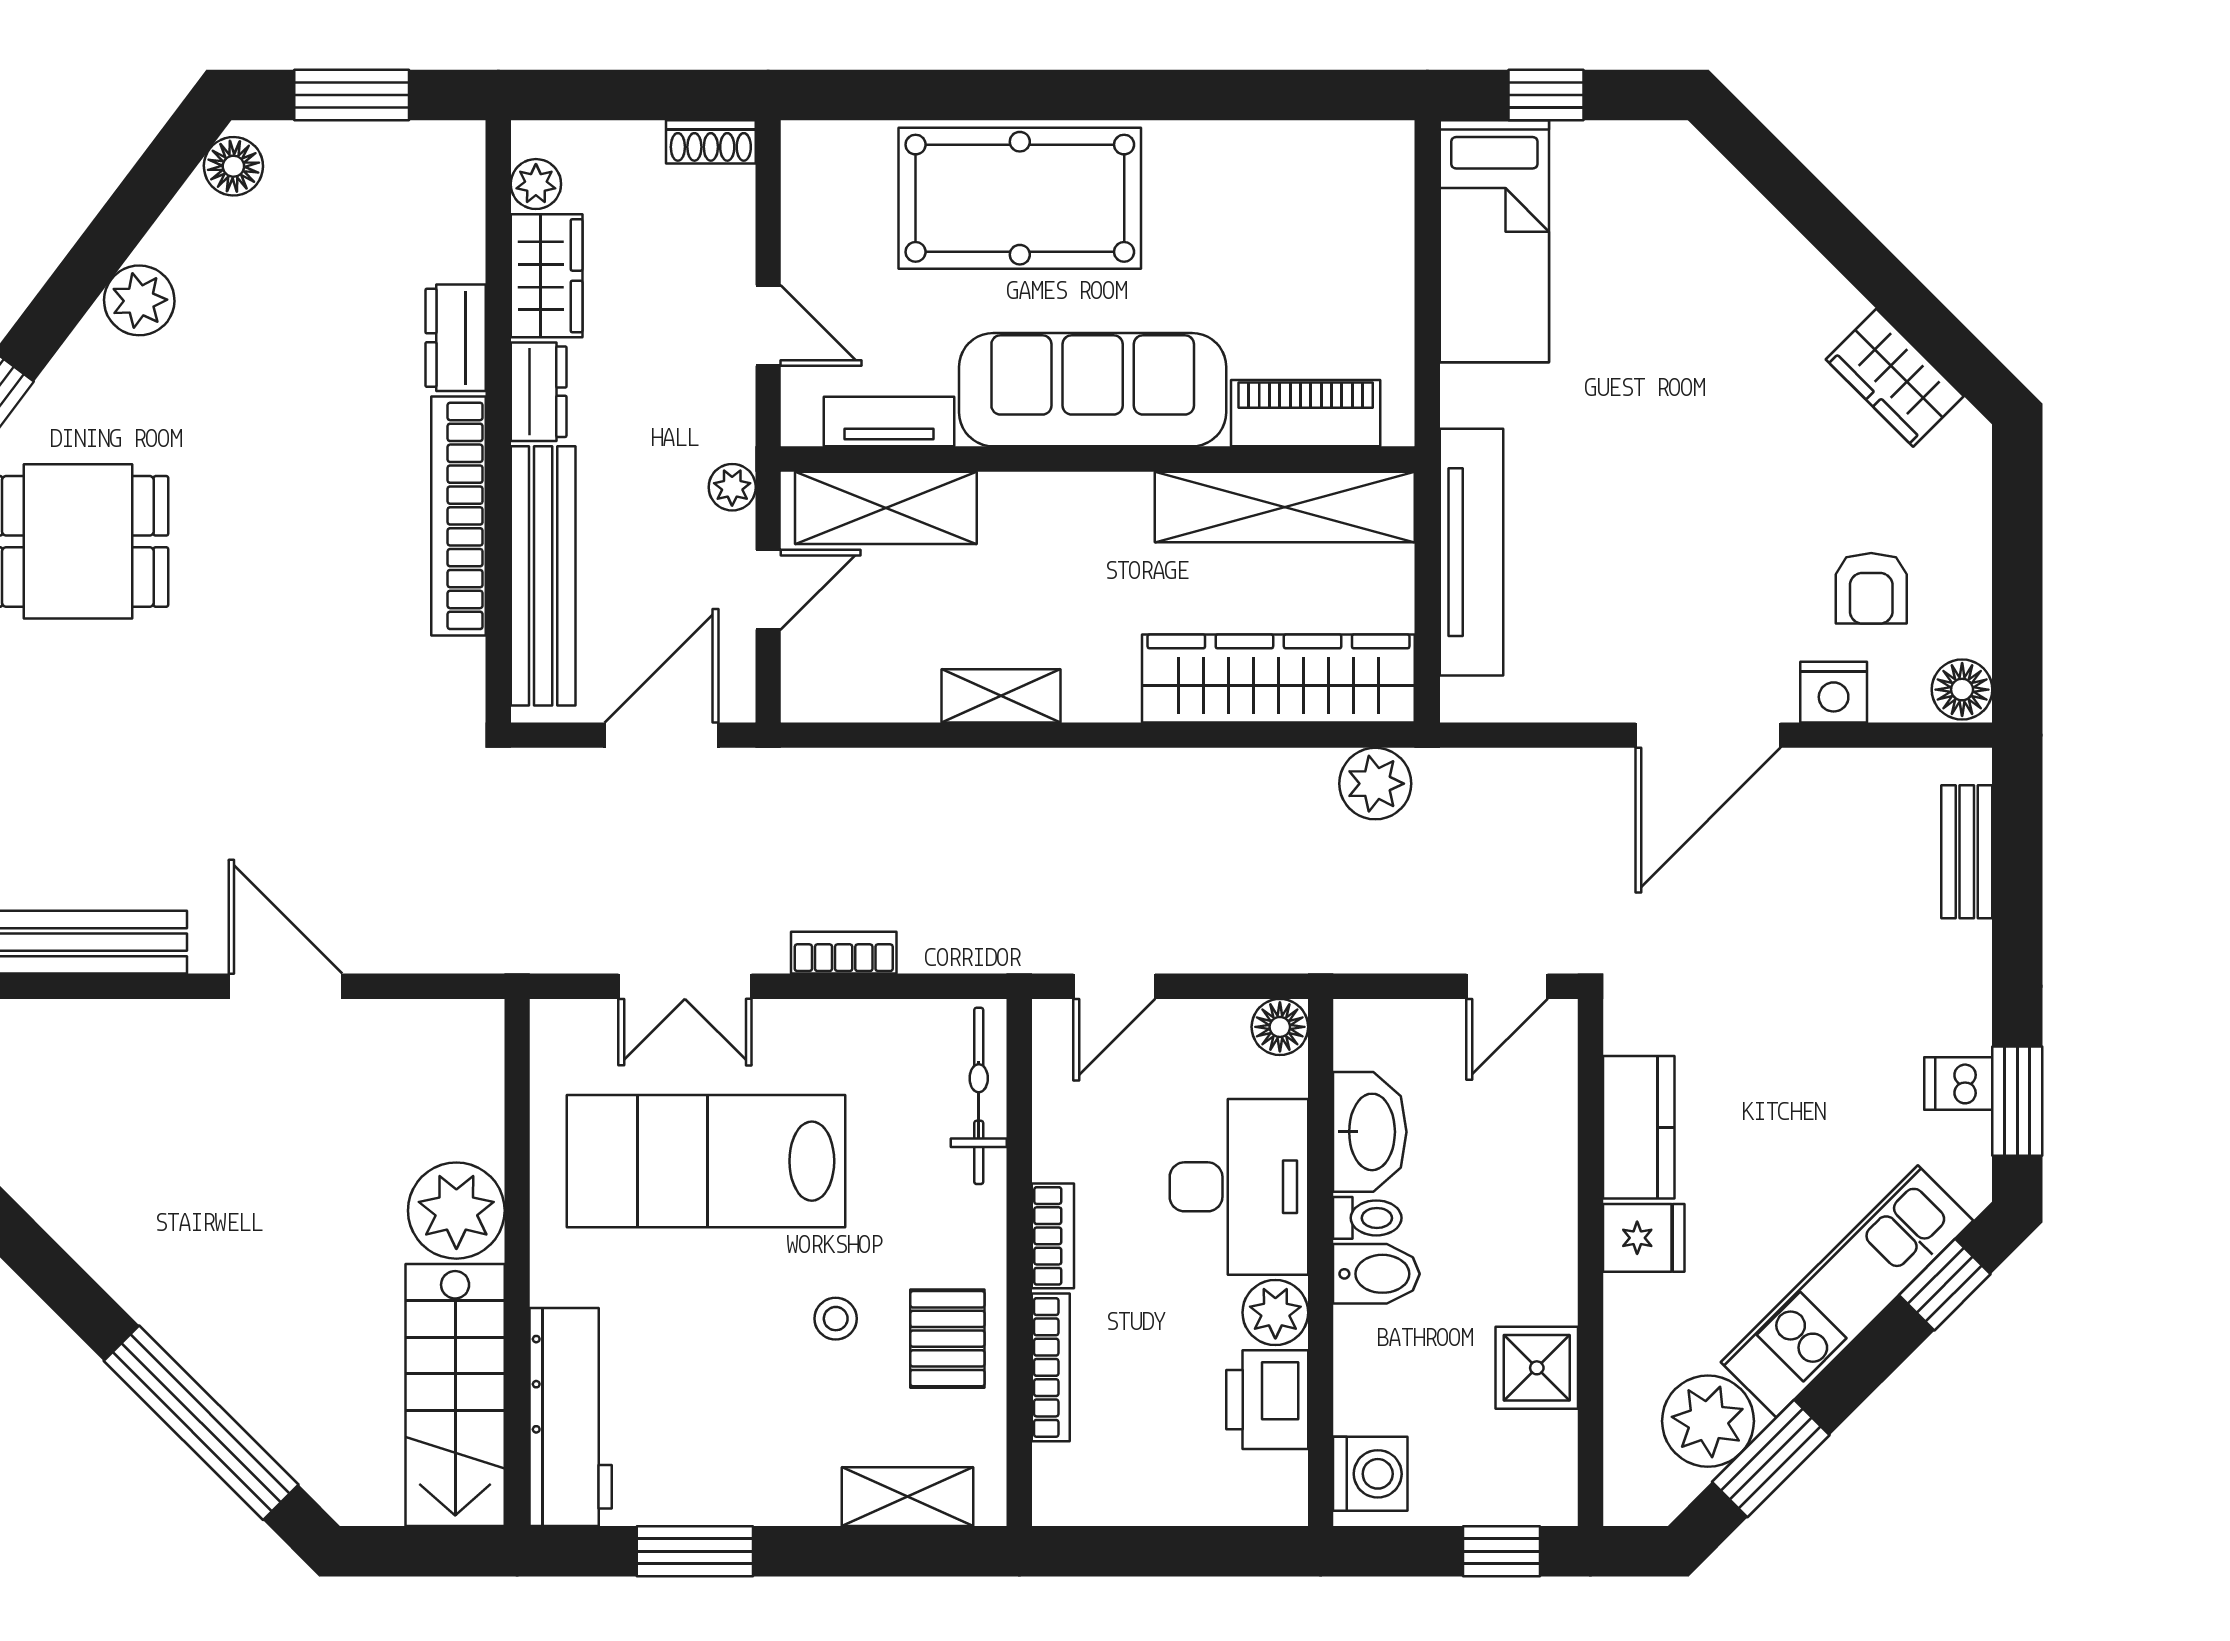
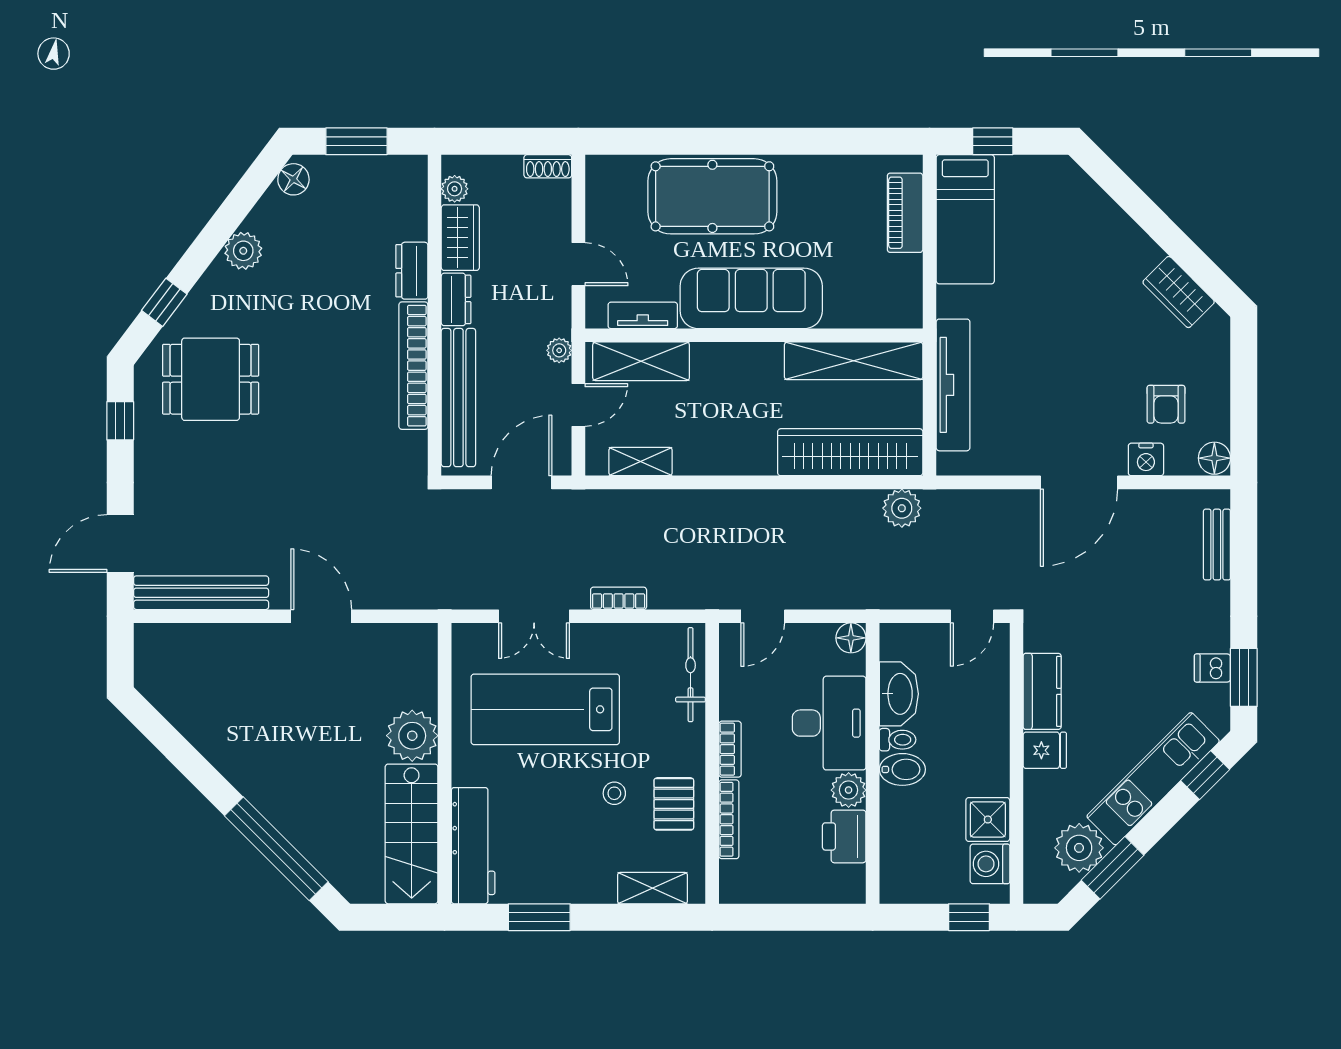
piano: (1306, 413) -> (905, 213), moved, turned -90
shelving: (1001, 696) -> (641, 462), moved
washing machine: (1370, 1474) -> (990, 864), moved, turned 180

